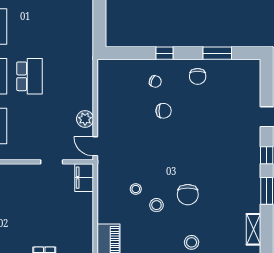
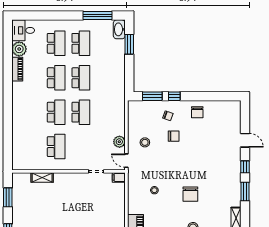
school desk: (29, 27) -> (81, 78), added
window: (217, 53) -> (152, 96), moved
filing cabinet: (84, 178) -> (119, 177), width x0.50
stool: (156, 205) -> (145, 142), moved

